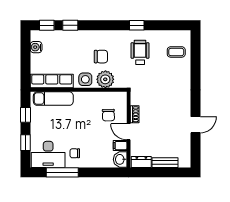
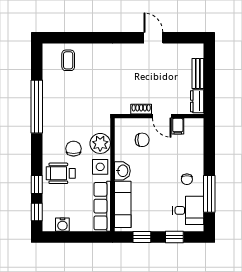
window: (137, 25) -> (37, 107), width x3.17
wheelchair: (140, 52) -> (61, 173), moved
door: (129, 132) -> (162, 116), hinge flipped
desk: (48, 154) -> (188, 210), width x0.73
washbasin: (120, 159) -> (122, 171), moved, turned -90

